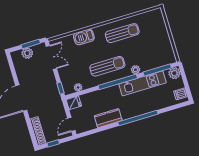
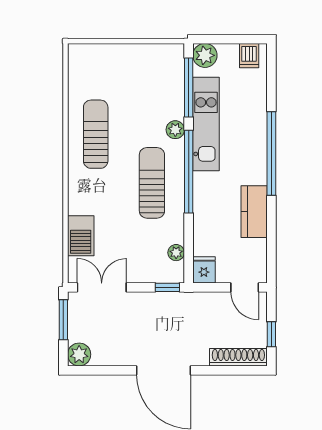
barbecue: (84, 37) -> (81, 236), moved
plant: (27, 53) -> (79, 354), moved

